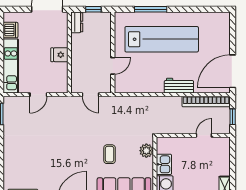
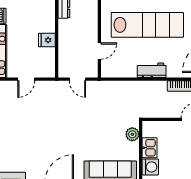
workbench: (179, 86) -> (152, 70), moved
coffee table: (110, 154) -> (96, 138), removed

